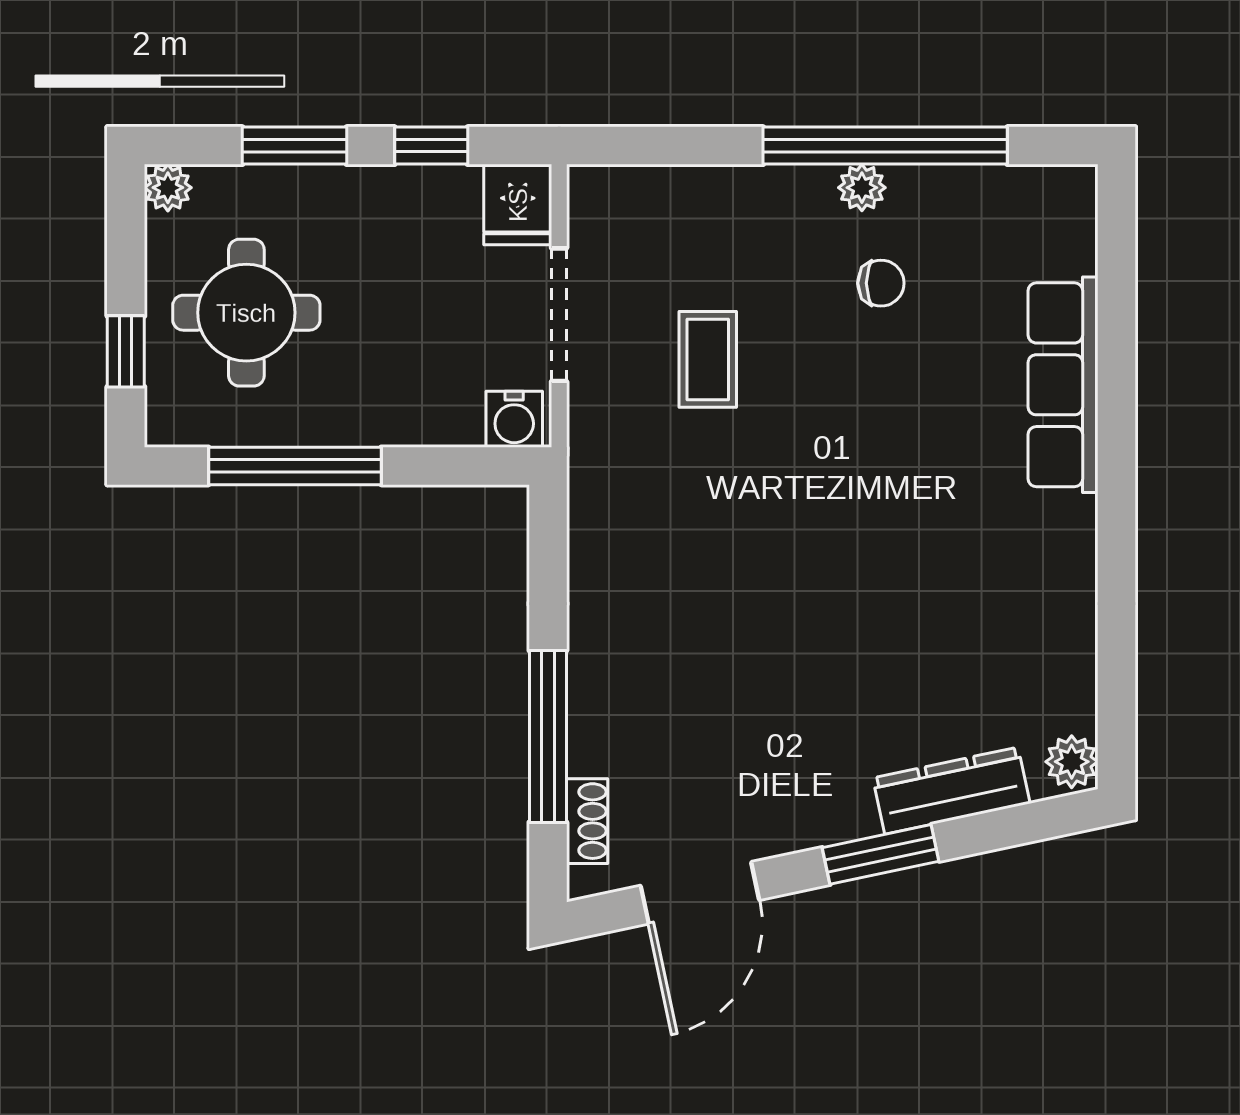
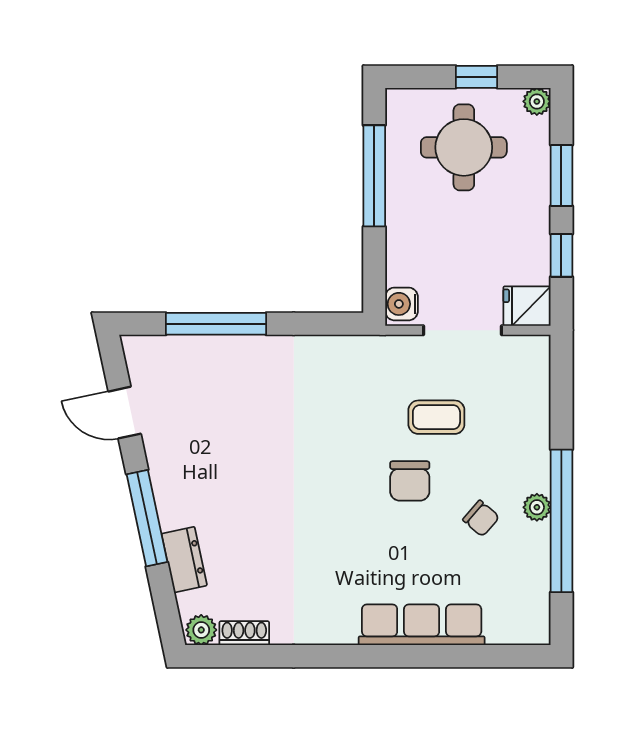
chair: (881, 283) -> (481, 518), turned -49
window: (126, 351) -> (476, 77), moved
chair: (817, 405) -> (410, 481), added
dresser: (951, 791) -> (184, 560), width x0.70
shoe rack: (587, 821) -> (244, 633), moved, turned 180
window: (881, 854) -> (147, 518), width x1.44
door: (700, 893) -> (125, 413), width x0.73

